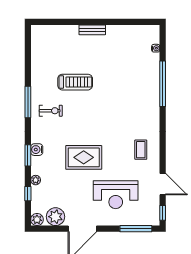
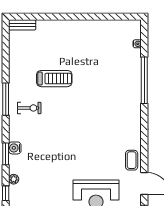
bench: (92, 30) -> (22, 25), moved
coffee table: (141, 150) -> (132, 160), moved
rug: (84, 157) -> (63, 156), removed

